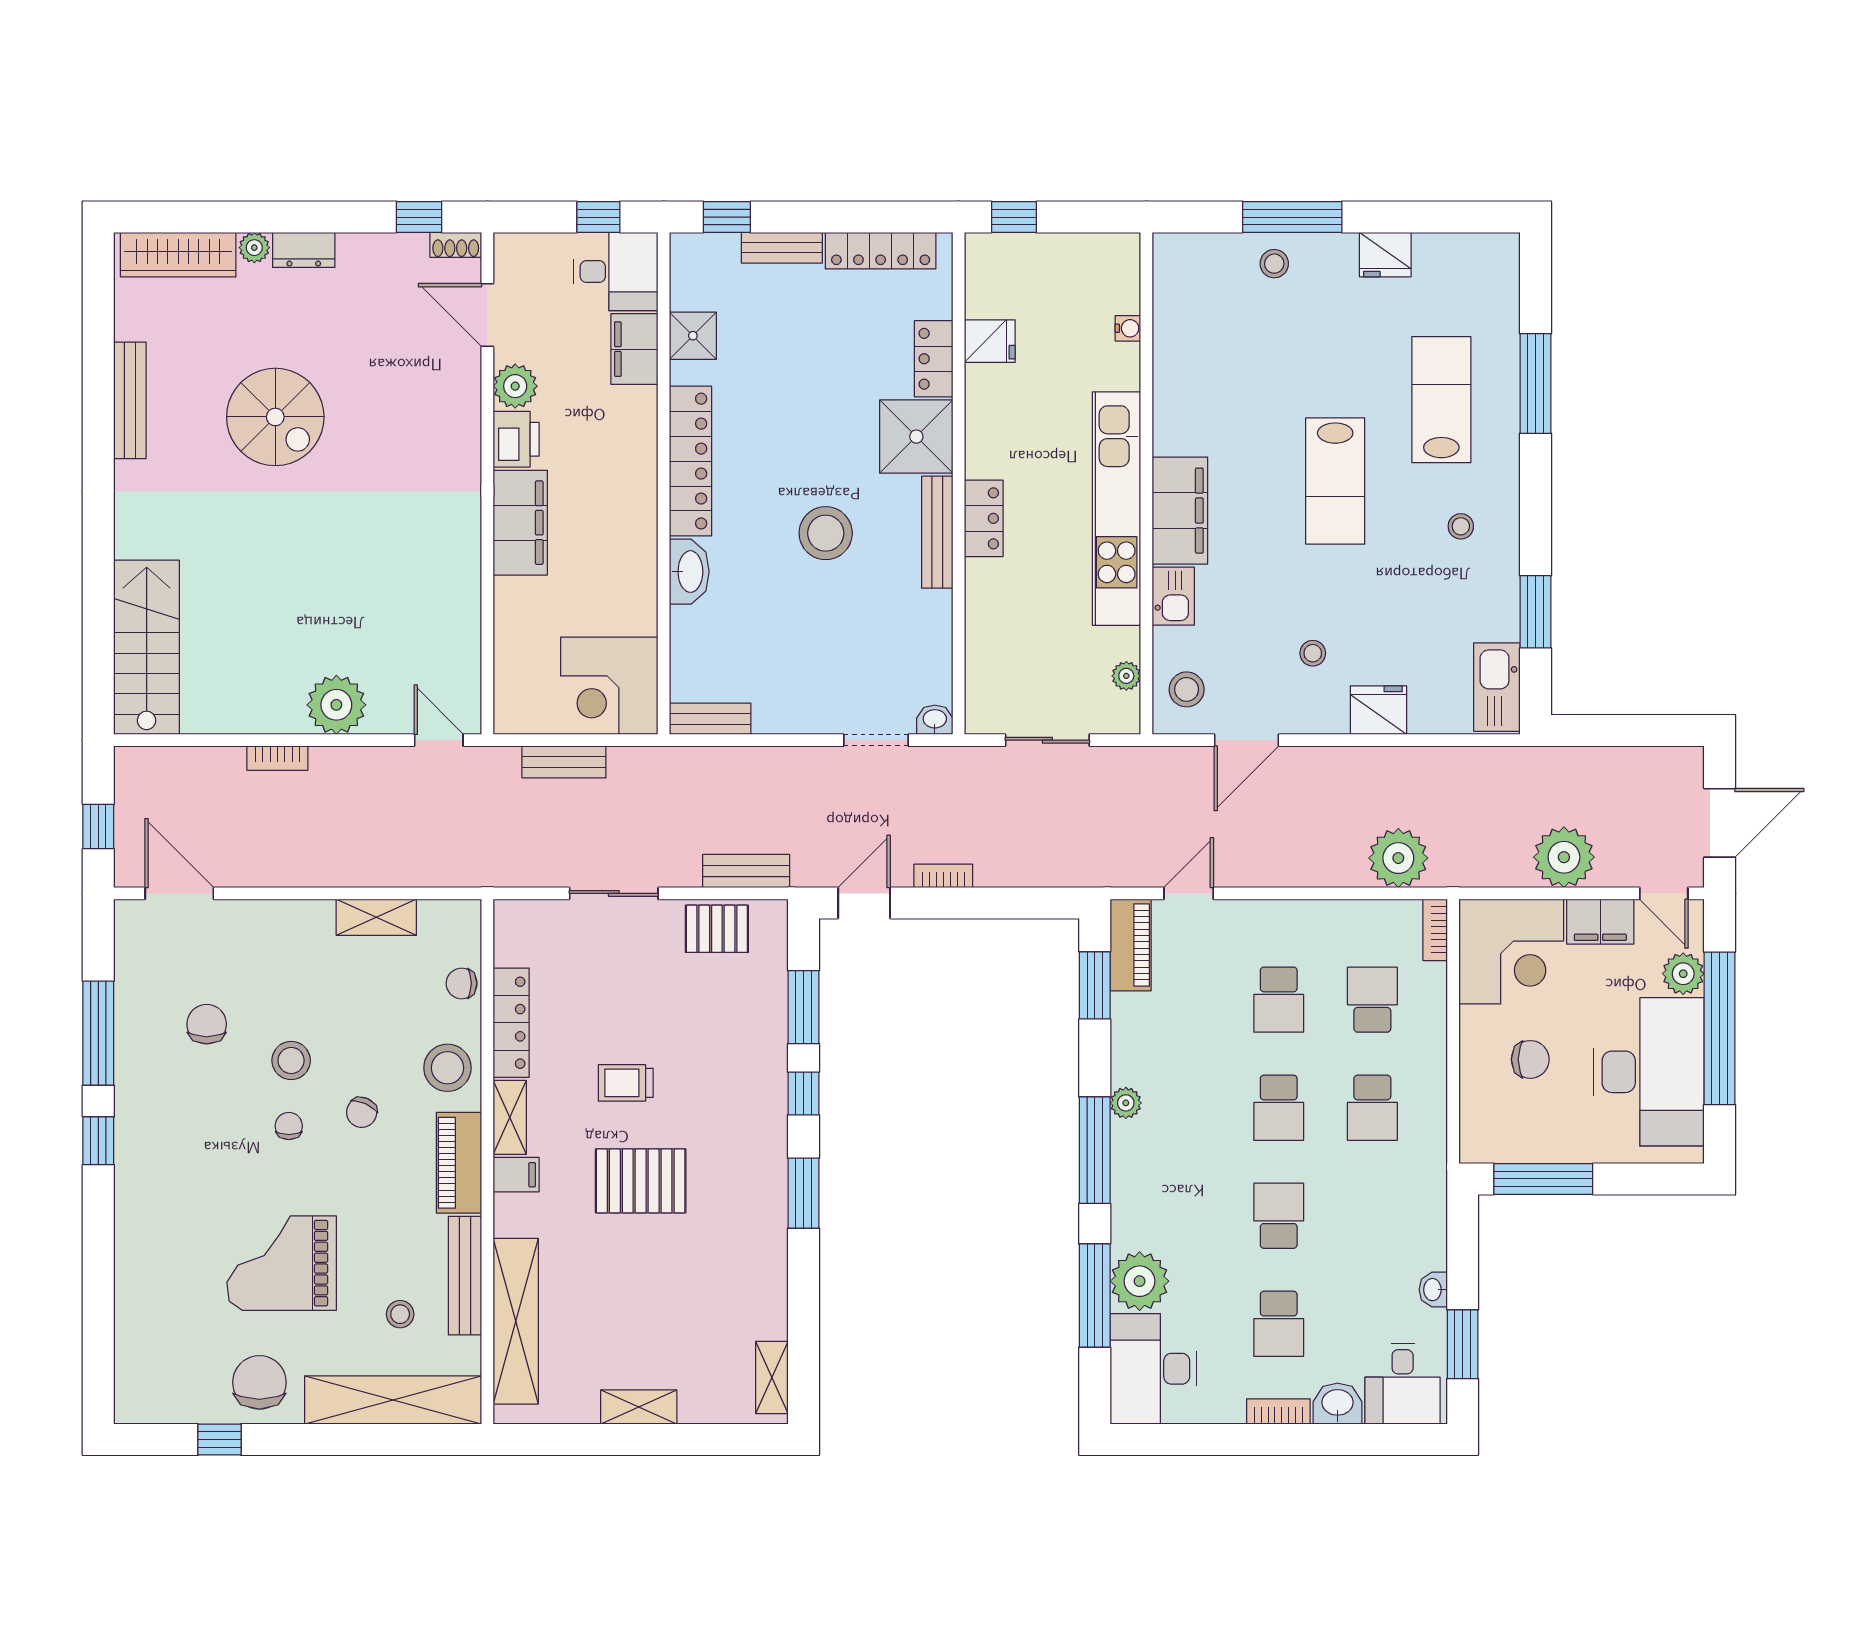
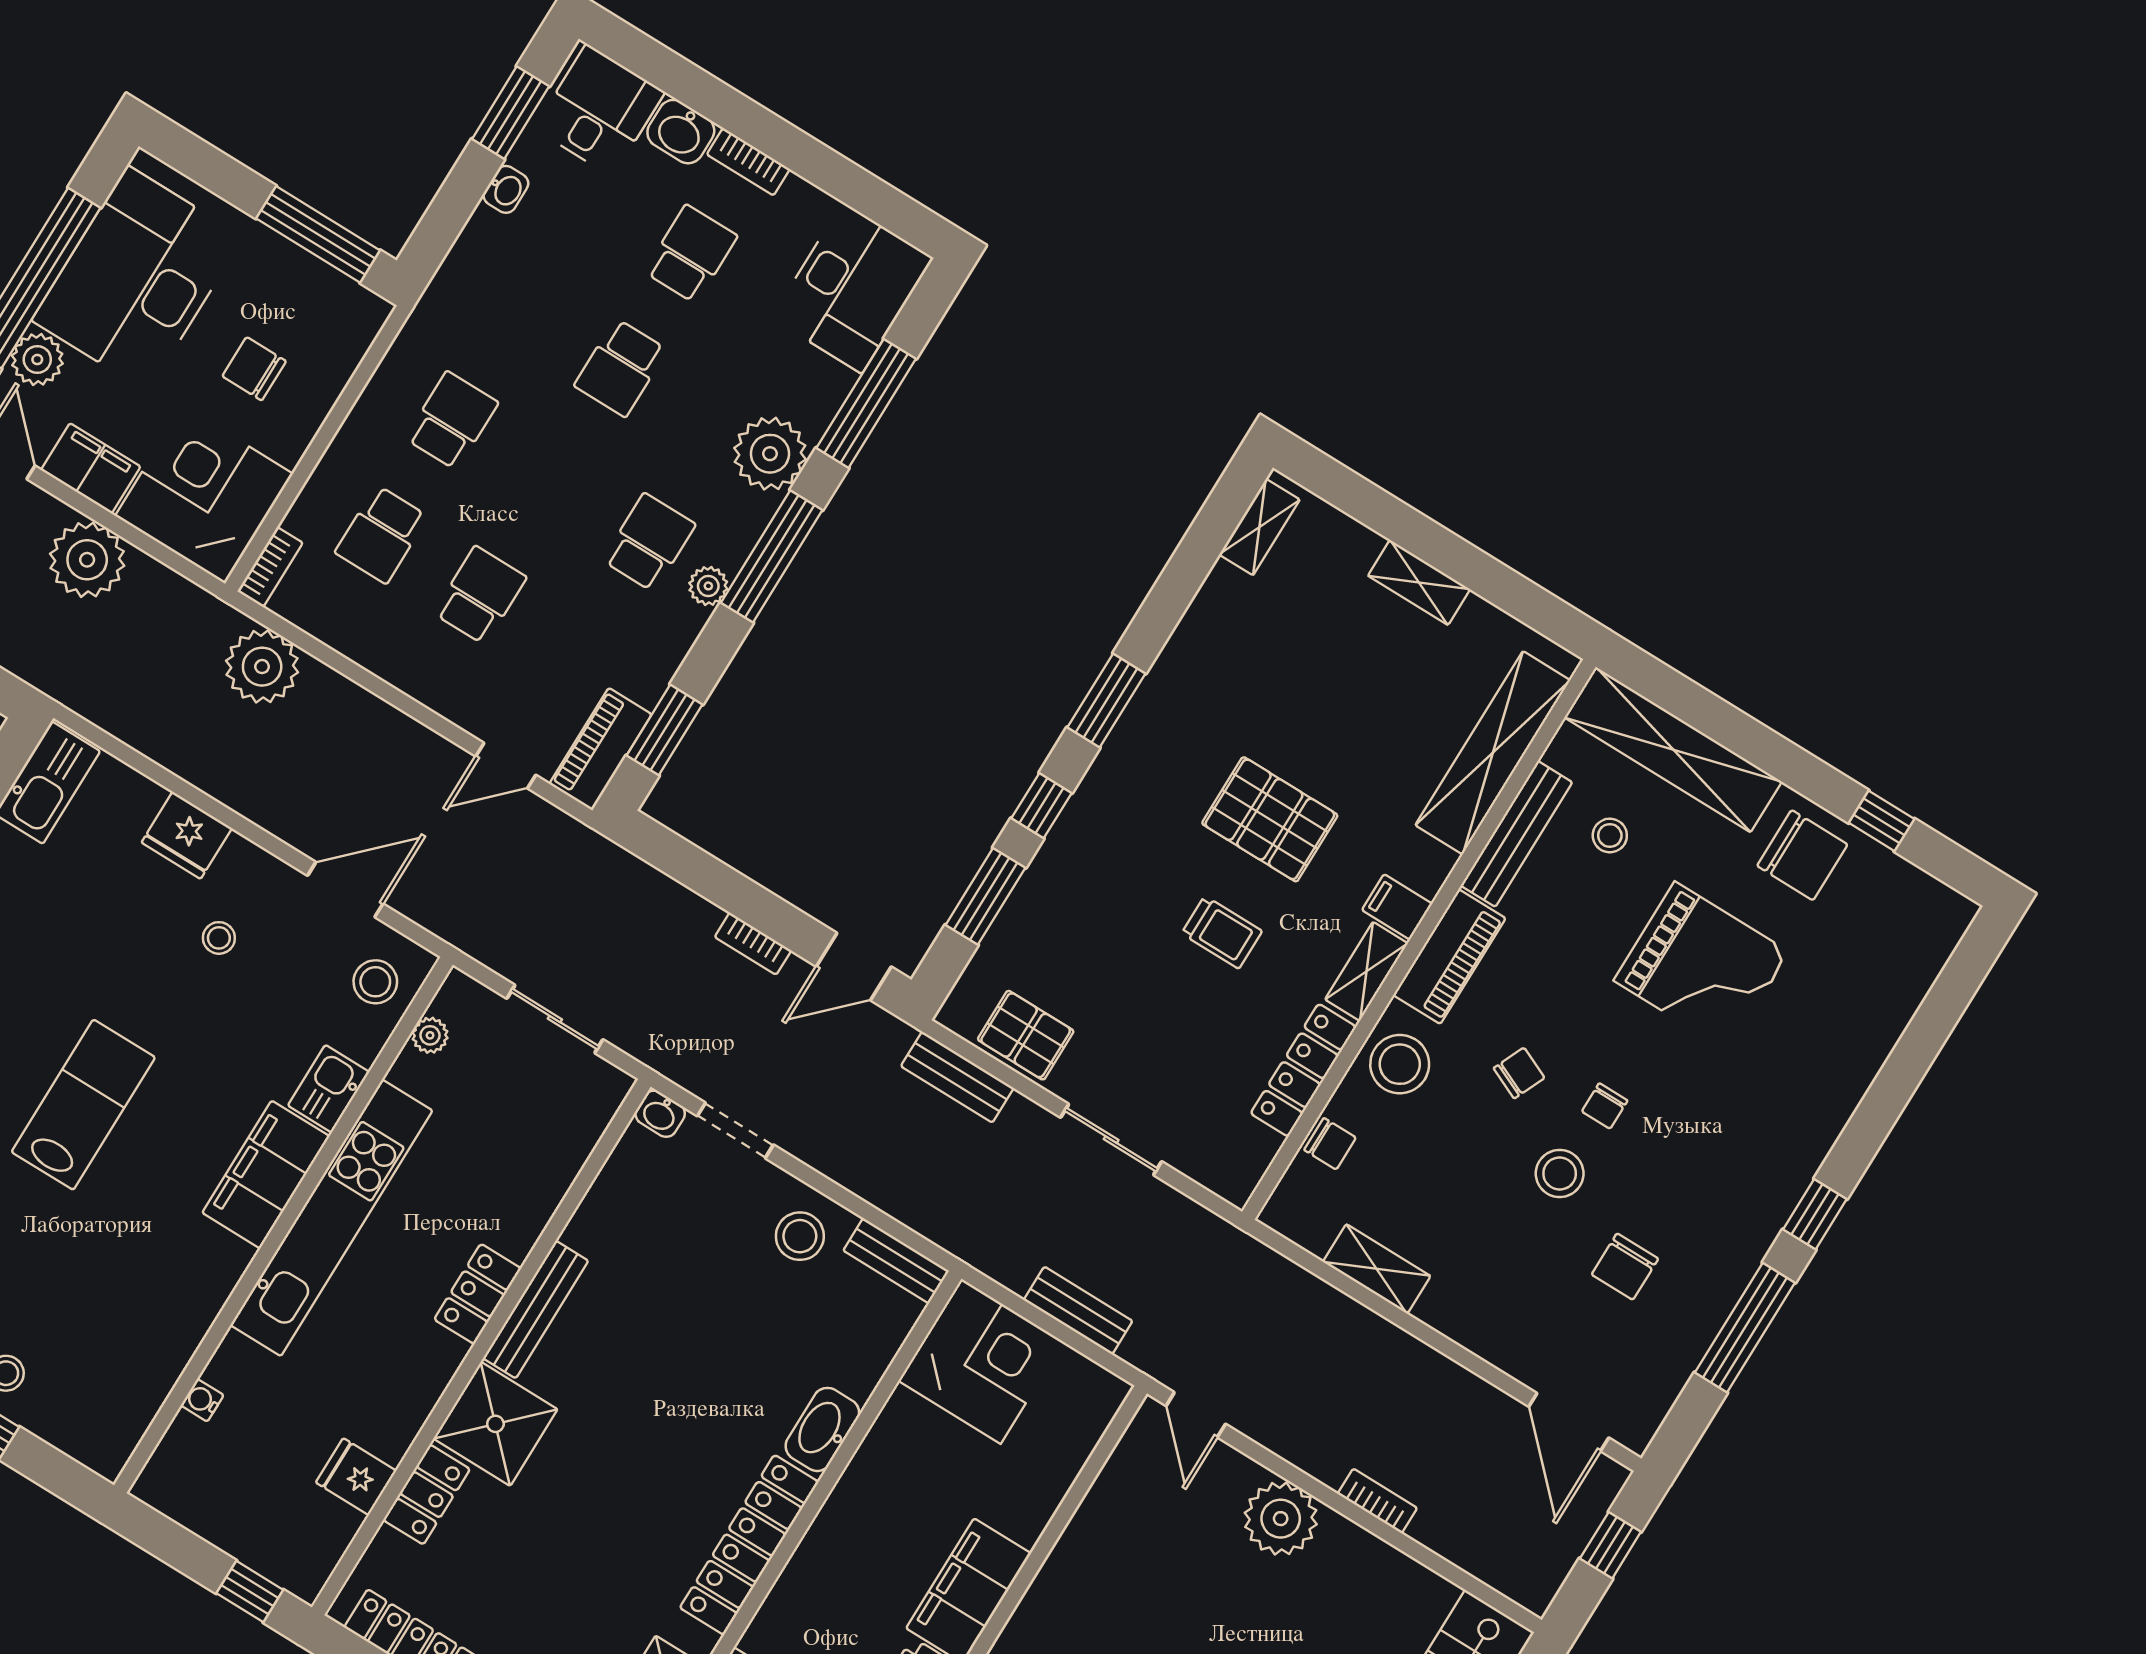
stool: (826, 533) -> (800, 1236), moved, width x0.73, depth x0.73
school desk: (1279, 1108) -> (649, 542), moved
plant: (1140, 1281) -> (770, 454), moved
chair: (259, 1382) -> (1802, 855), turned -90

